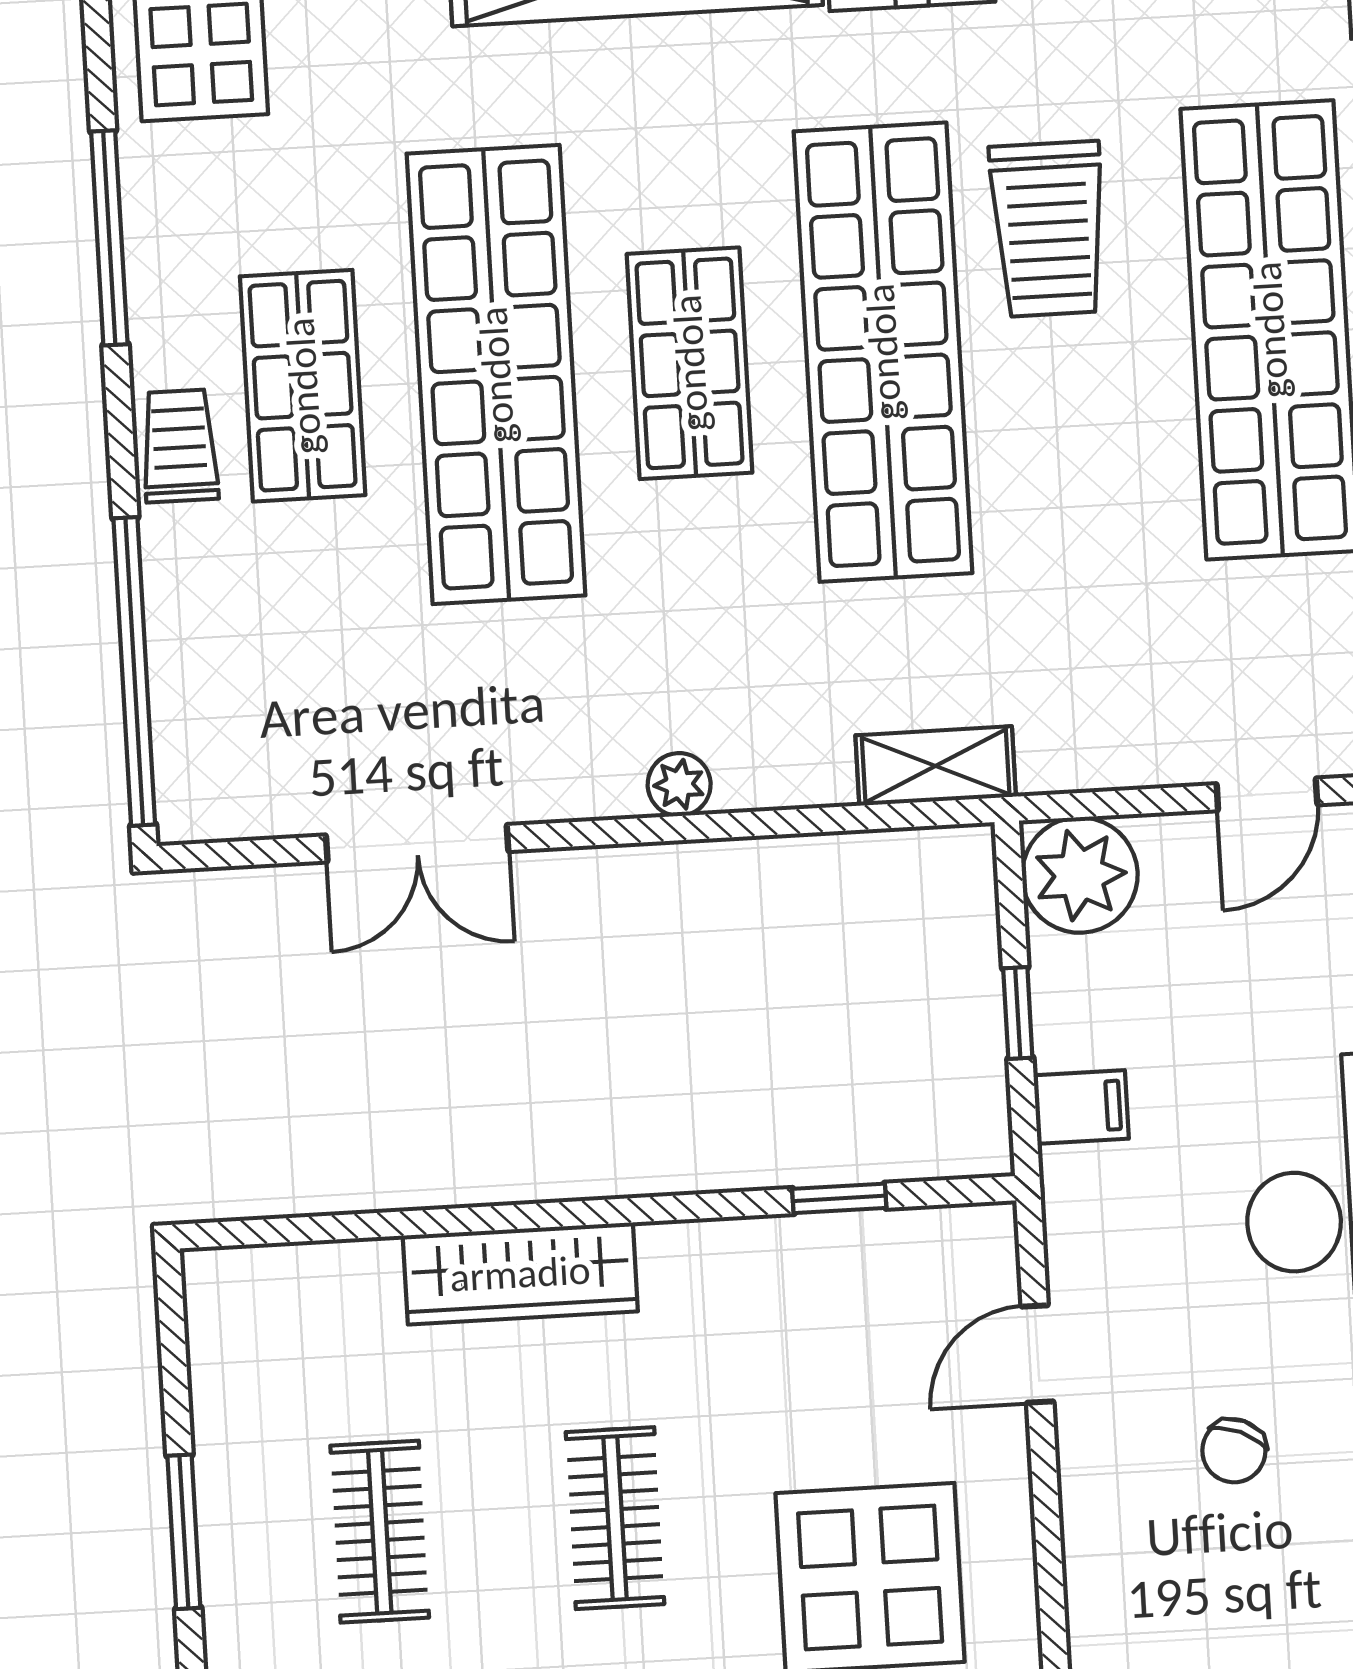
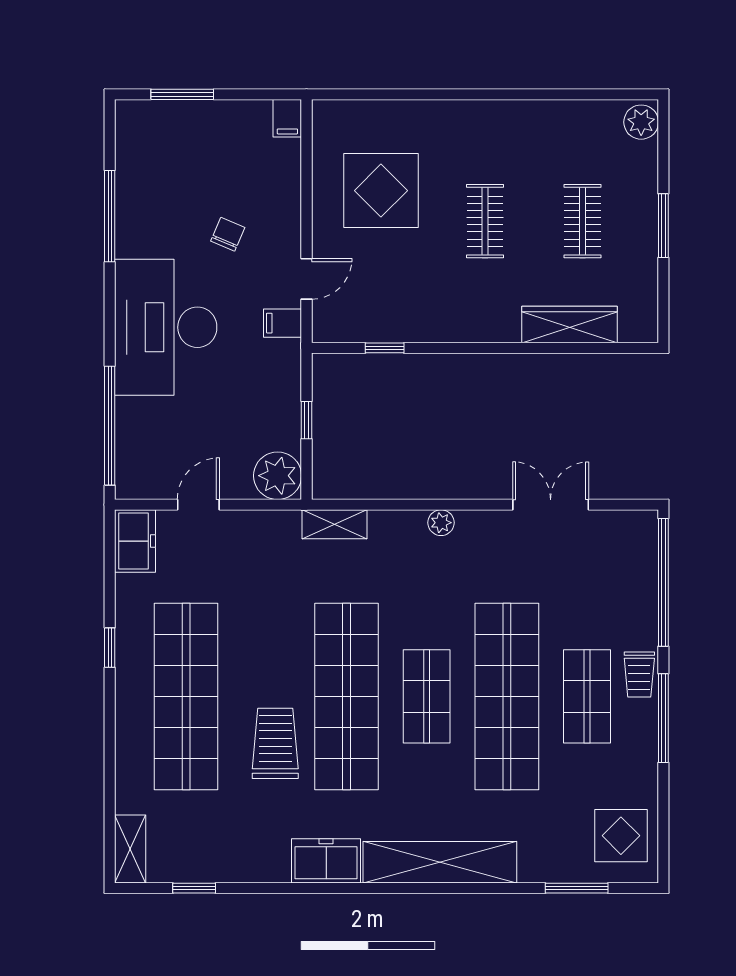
window: (109, 238) -> (663, 718), moved
filing cabinet: (1081, 1107) -> (283, 323), moved
wardrobe: (520, 1273) -> (570, 324), moved

